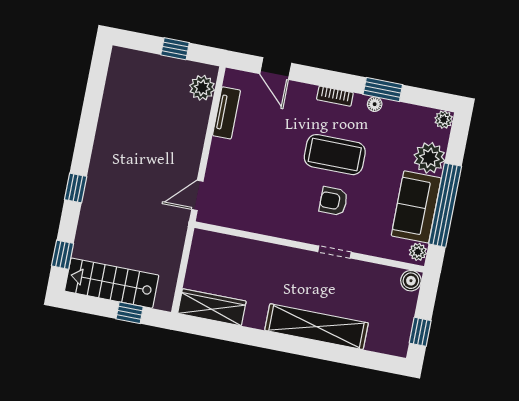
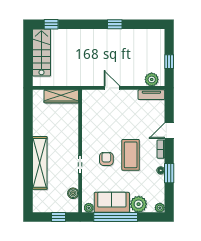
door: (276, 68) -> (169, 131), moved
tv unit: (227, 113) -> (151, 95), moved
window: (76, 188) -> (115, 24), moved
door: (197, 195) -> (112, 88), moved
boiler: (411, 281) -> (73, 193), moved
wardrobe: (212, 307) -> (61, 96), moved, turned 90
window: (130, 313) -> (28, 65), removed
window: (420, 332) -> (59, 217), moved

